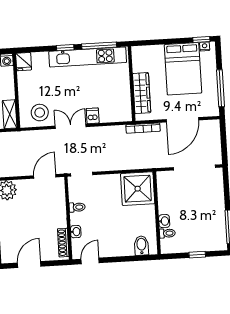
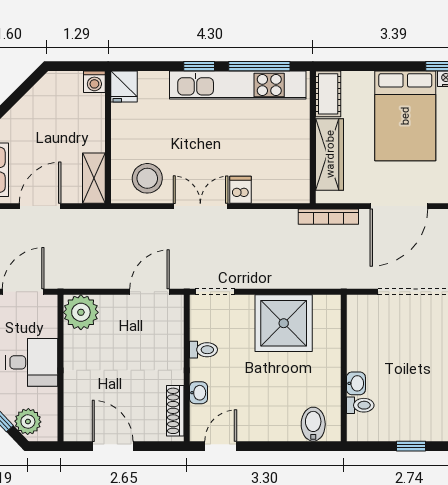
cot: (139, 59) -> (328, 94), added
shower: (138, 189) -> (284, 323), moved
door: (29, 265) -> (113, 446), hinge flipped

